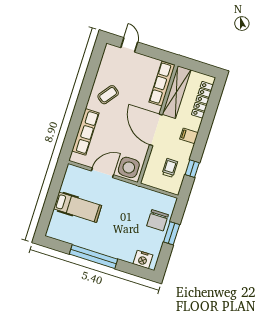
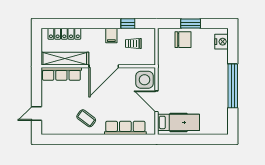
filing cabinet: (189, 136) -> (111, 35), moved
hospital bed: (78, 207) -> (179, 122), moved, turned 90

